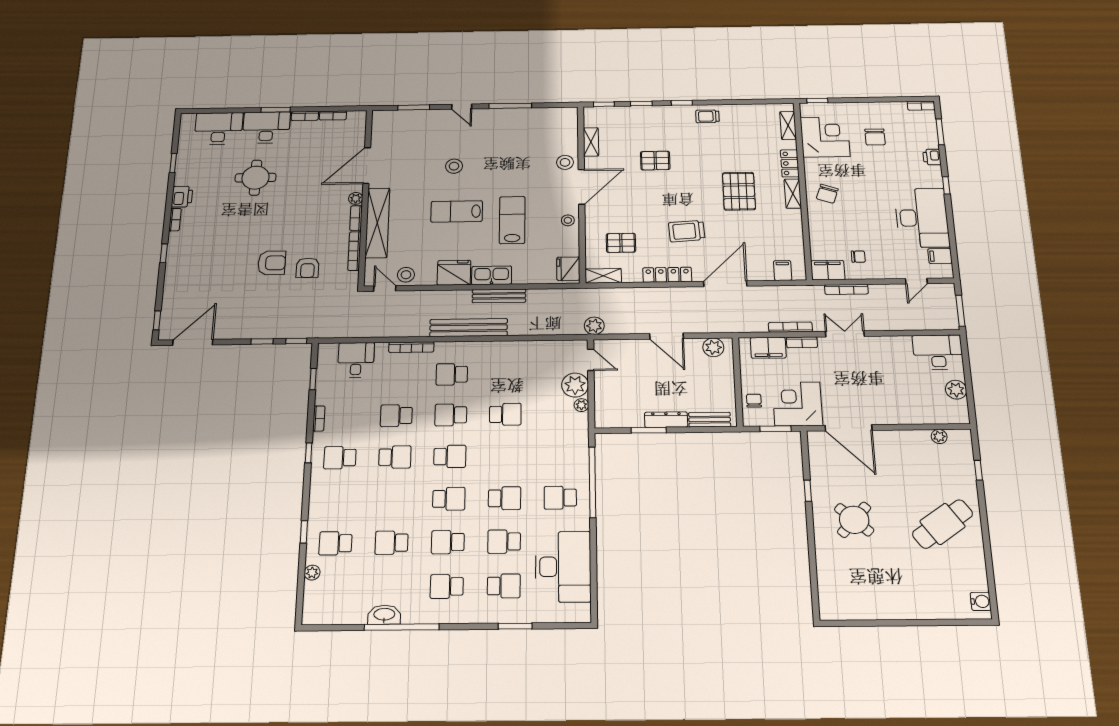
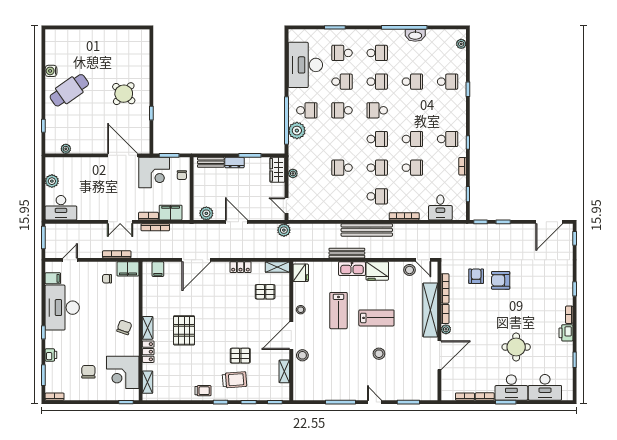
trolley: (687, 231) -> (234, 380), moved
locker: (667, 275) -> (241, 267), width x0.66
plant: (575, 385) -> (297, 131), moved
wardrobe: (606, 410) -> (277, 170), added
dresser: (666, 420) -> (235, 163), width x0.70
school desk: (450, 456) -> (377, 139), turned 180
school desk: (395, 457) -> (412, 139), turned 180
plant: (312, 573) -> (461, 44), moved
water cooler: (981, 601) -> (51, 71), moved

